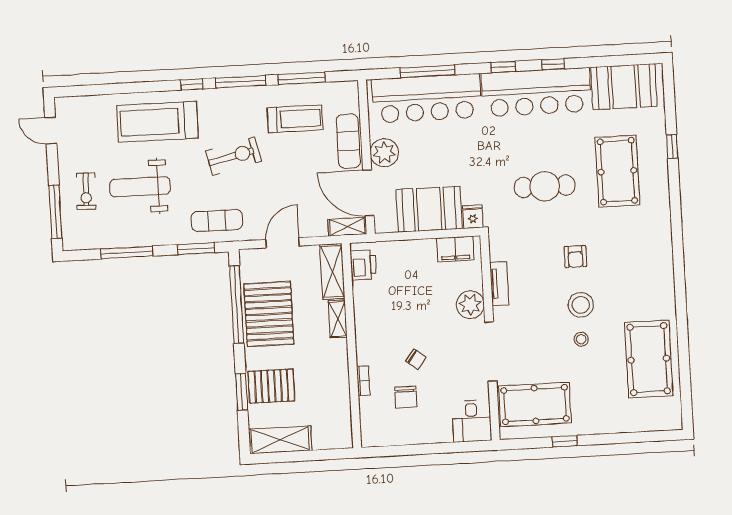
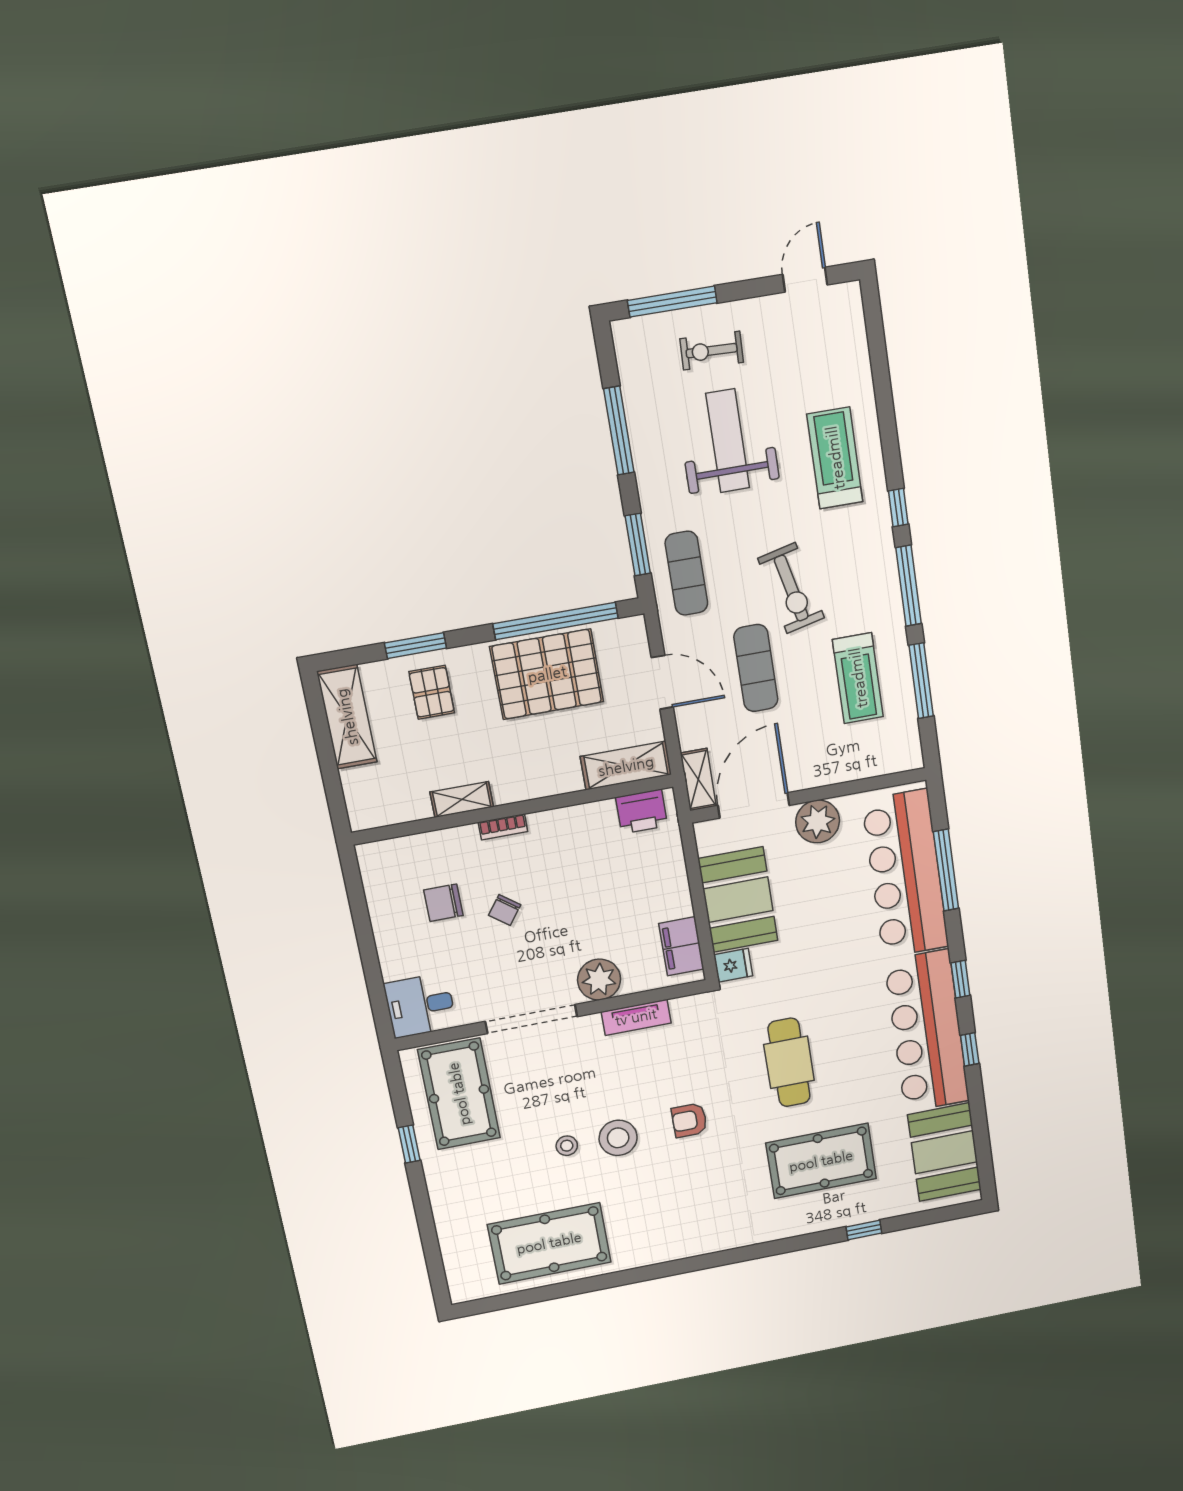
treadmill: (157, 122) -> (835, 458), width x0.73, depth x0.73
exercise mat: (348, 141) -> (756, 668), moved, turned 90
shelving: (338, 319) -> (462, 799), moved
bookcase: (363, 381) -> (503, 827), moved
pallet: (271, 386) -> (432, 692), width x0.67, depth x0.71

